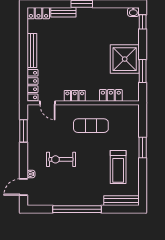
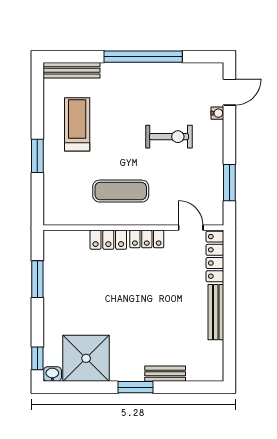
locker: (38, 13) -> (205, 372), removed
shower: (125, 59) -> (86, 358), moved
locker: (111, 95) -> (108, 240), moved

